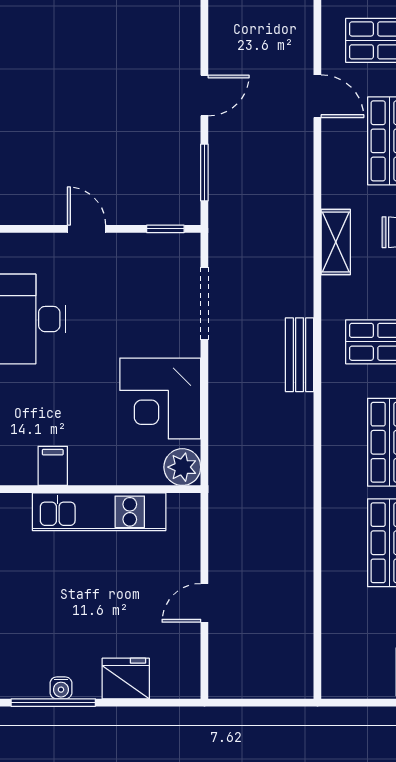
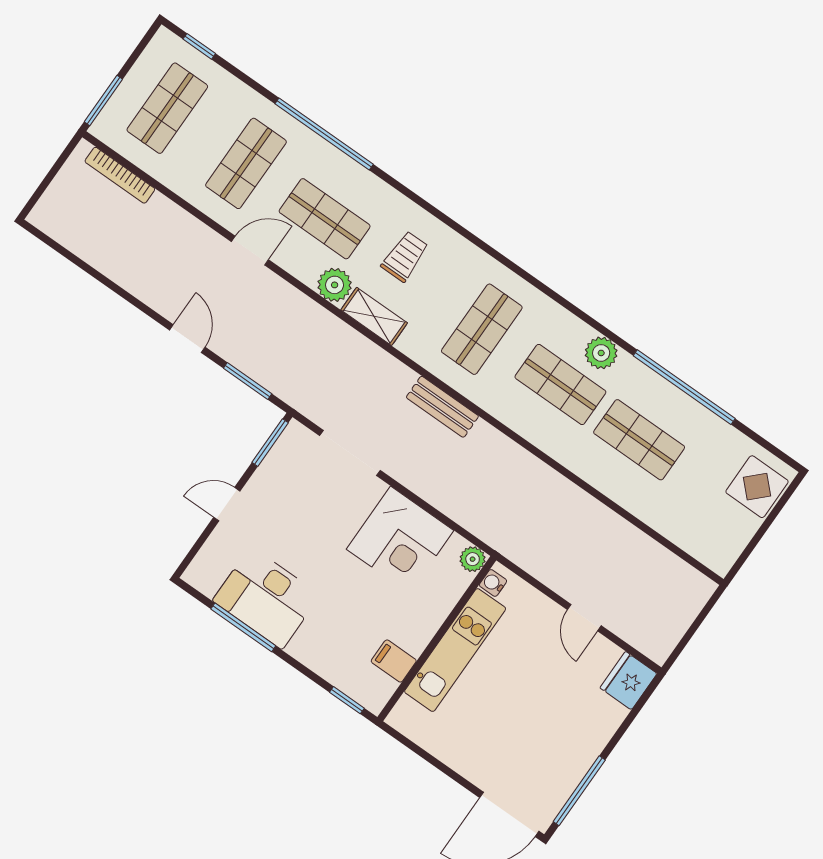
plant: (339, 189) -> (335, 285), added
window: (165, 229) -> (270, 443), width x1.50
plant: (182, 467) -> (473, 559), width x0.73, depth x0.73
fridge: (126, 679) -> (628, 681), moved
water cooler: (61, 688) -> (493, 583), moved, turned 180

